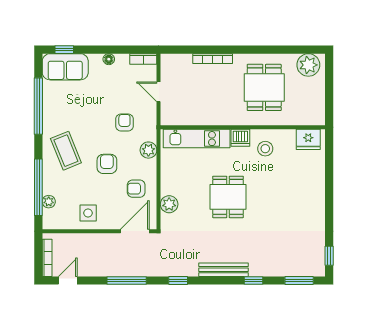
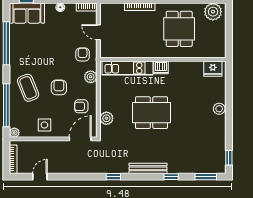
armchair: (124, 123) -> (83, 54), moved
stool: (265, 149) -> (219, 109), moved
coffee table: (66, 151) -> (28, 88), moved
dining table: (228, 197) -> (152, 113), width x1.38
plant: (49, 202) -> (14, 133), moved
door: (68, 281) -> (40, 177), moved
window: (127, 281) -> (74, 177), removed

